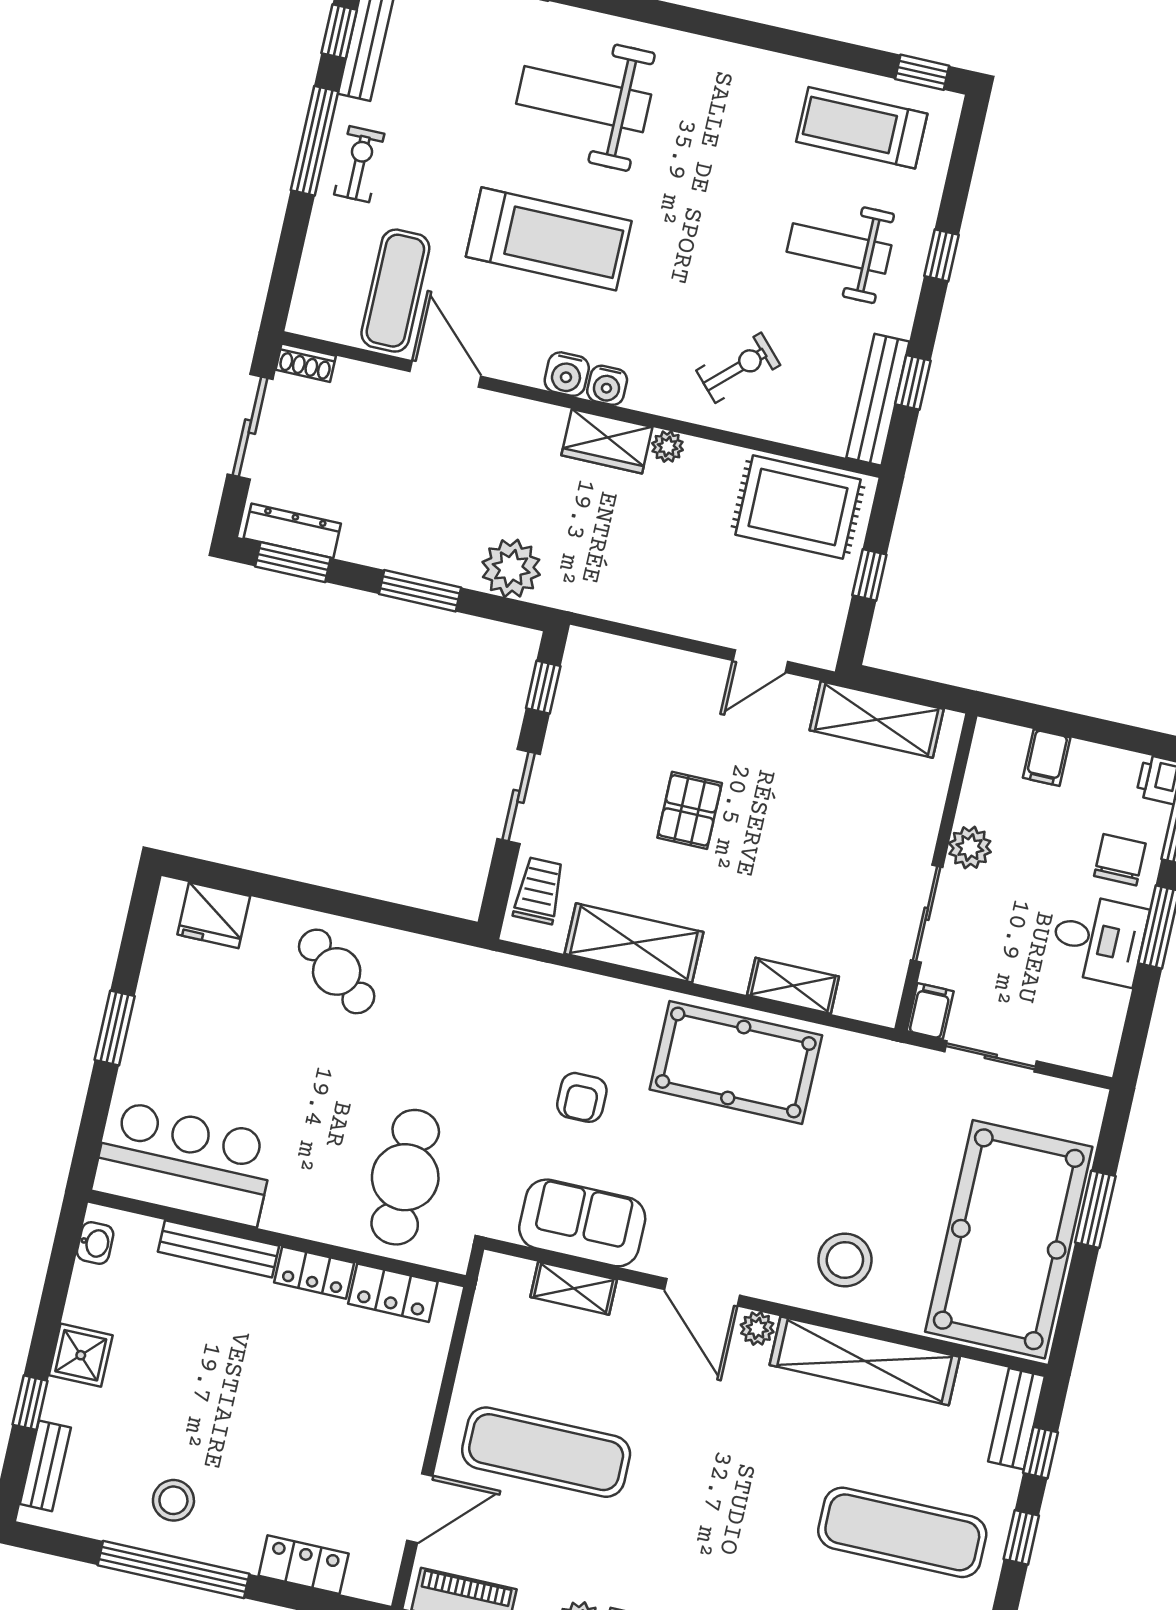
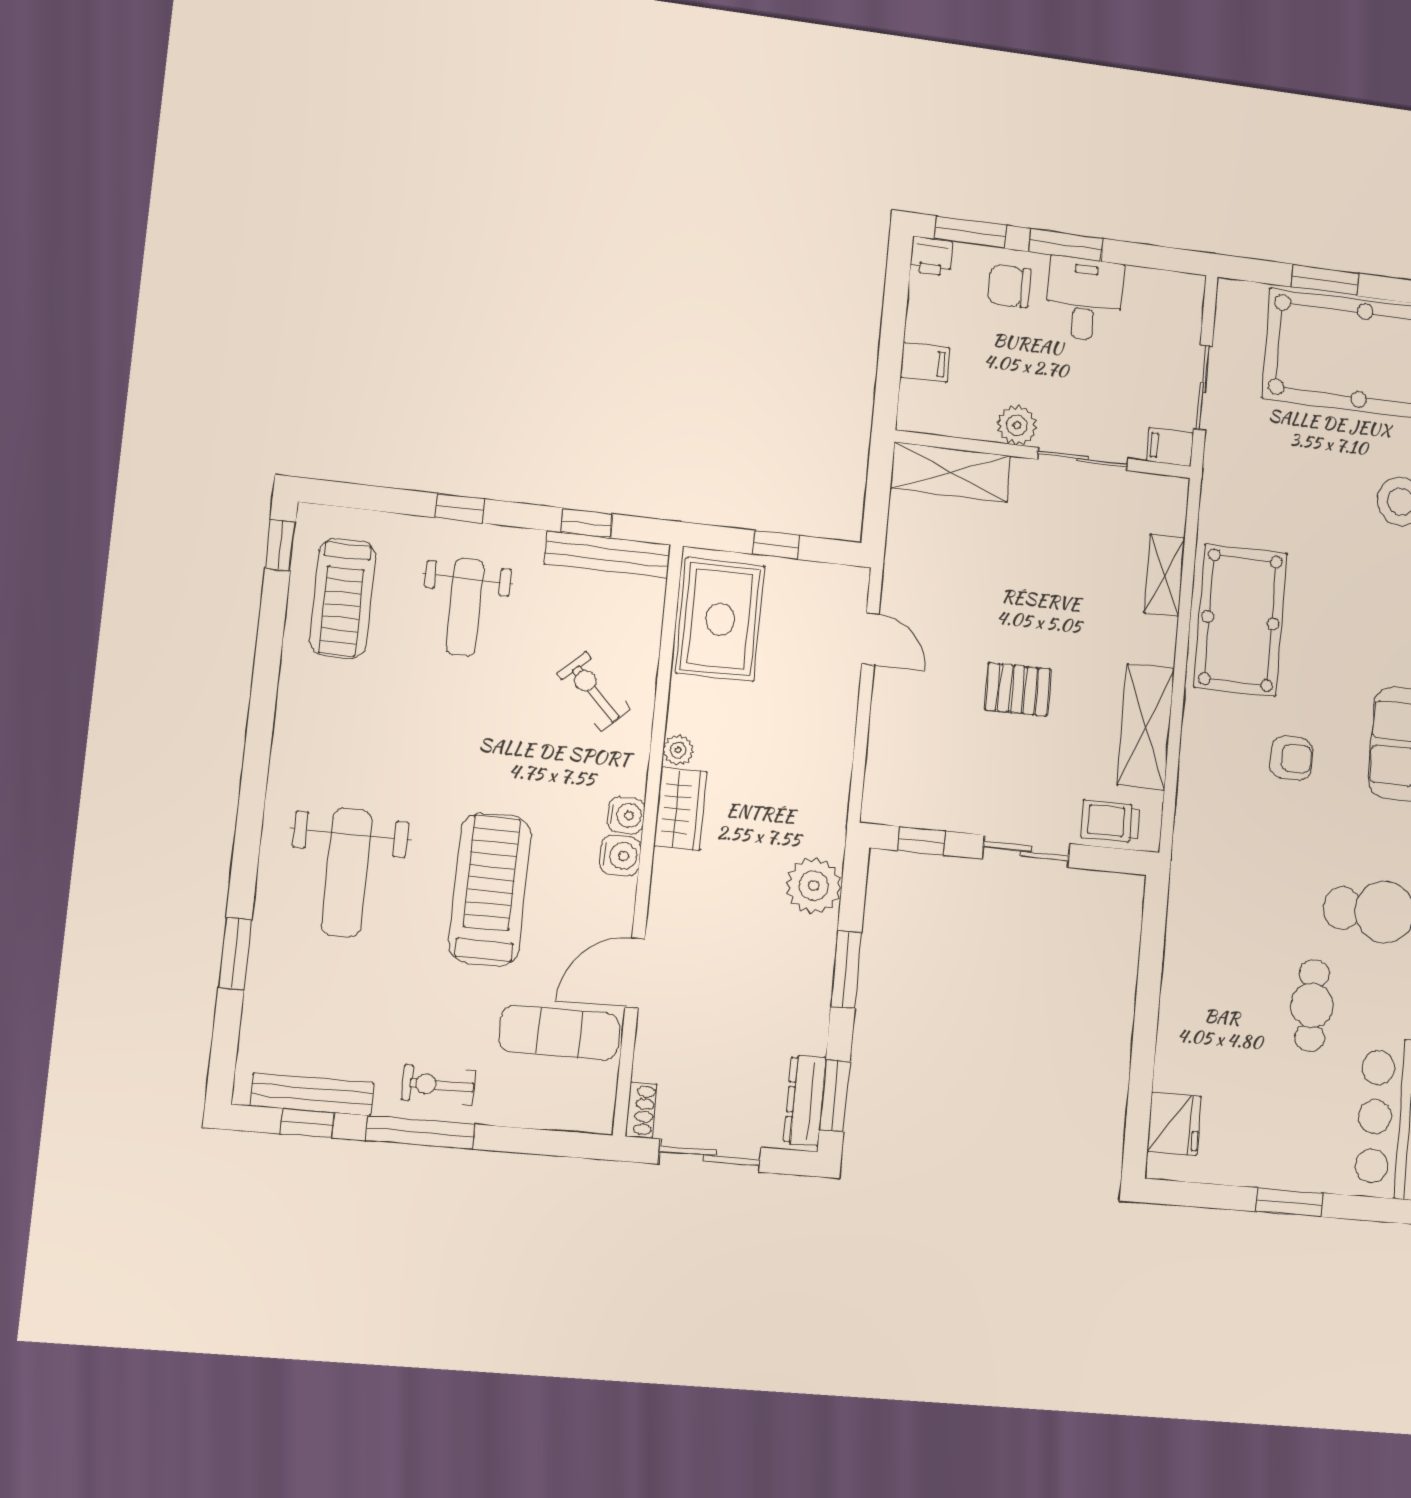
shelving: (877, 720) -> (951, 472), moved, turned 90
cafe table: (337, 971) -> (1312, 1005), moved, turned -38

